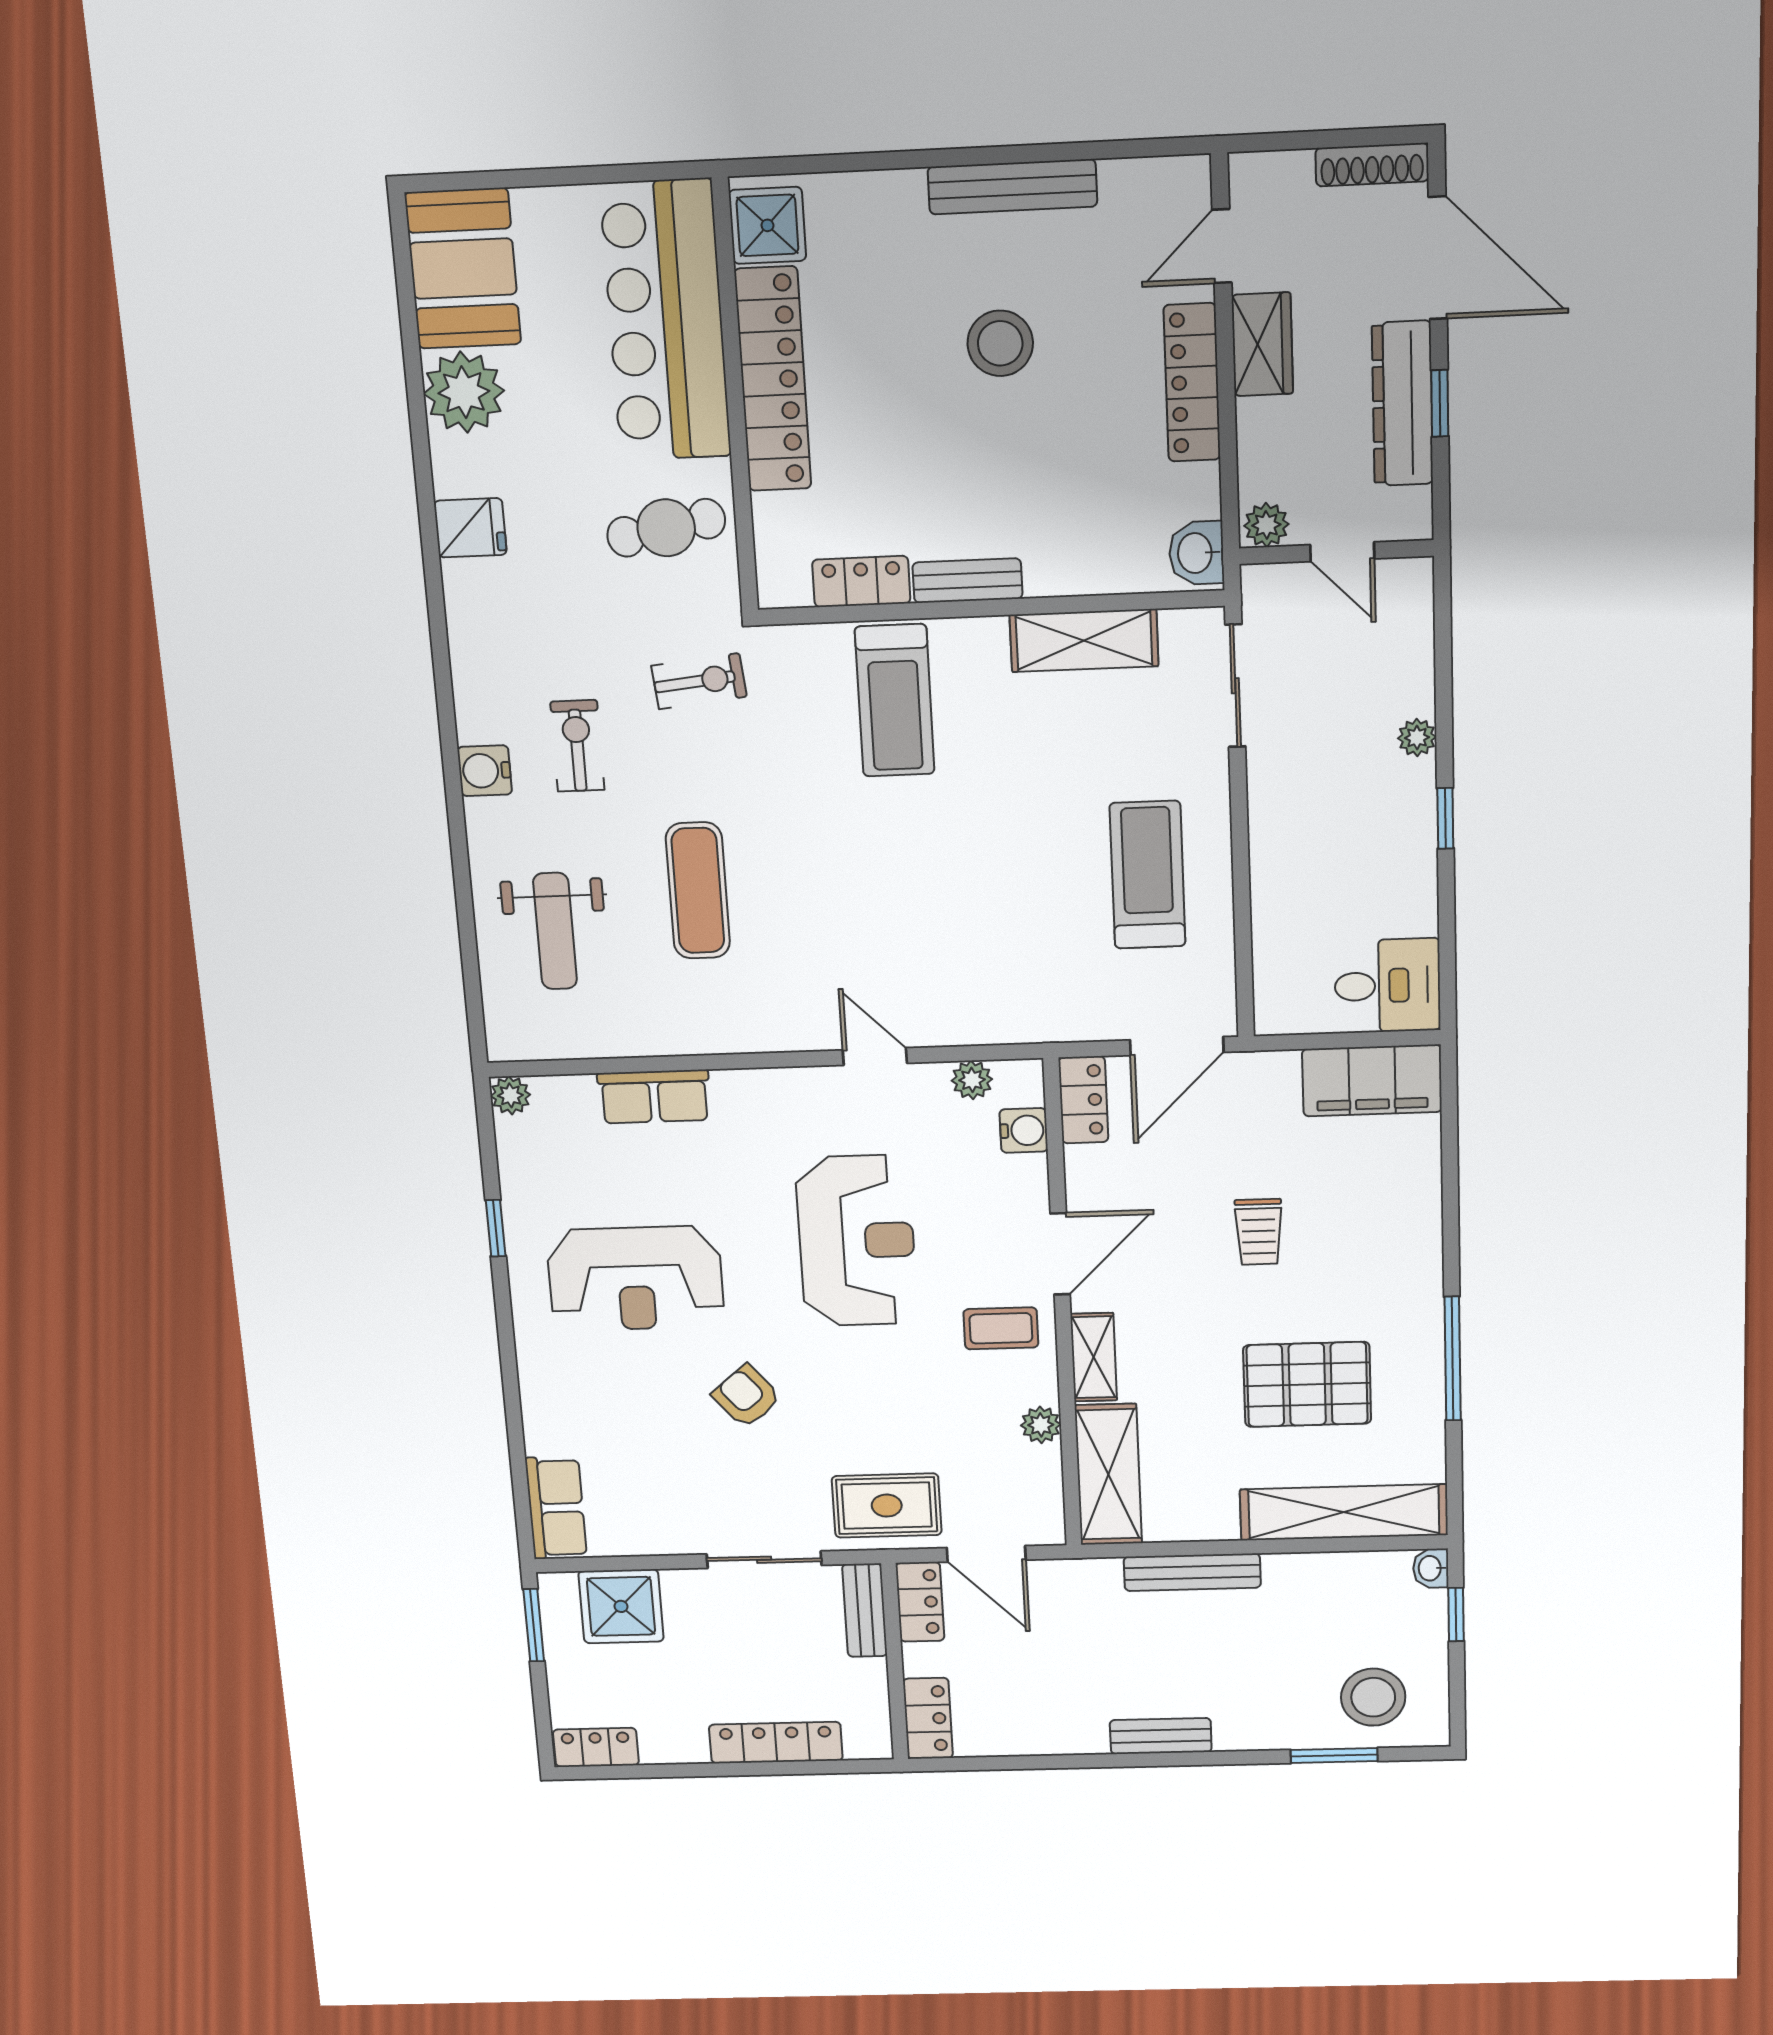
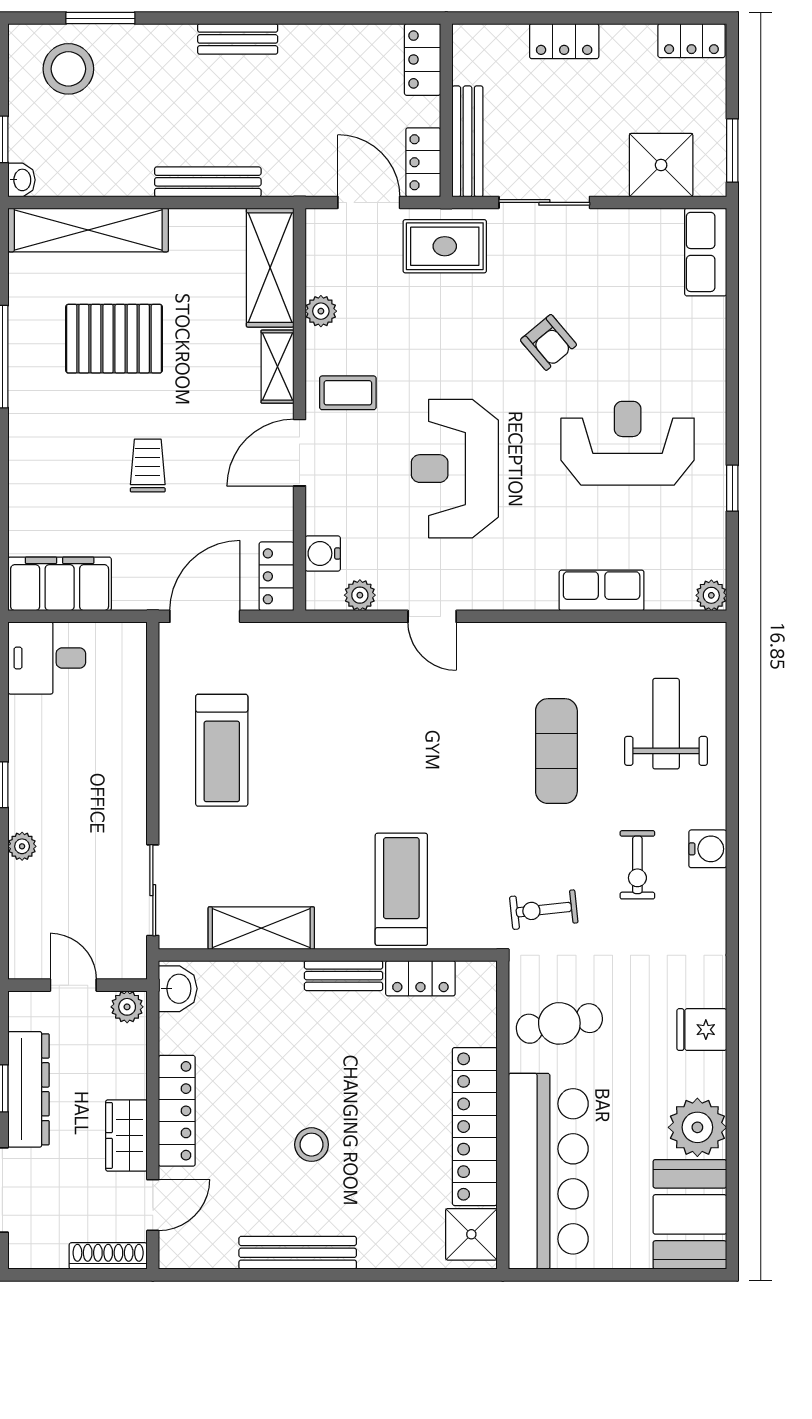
shoe rack: (1372, 165) -> (108, 1256), moved
stool: (1000, 343) -> (312, 1145), width x0.73, depth x0.73
bench: (865, 1610) -> (467, 141), width x1.36
locker: (776, 1743) -> (564, 41), width x0.66

